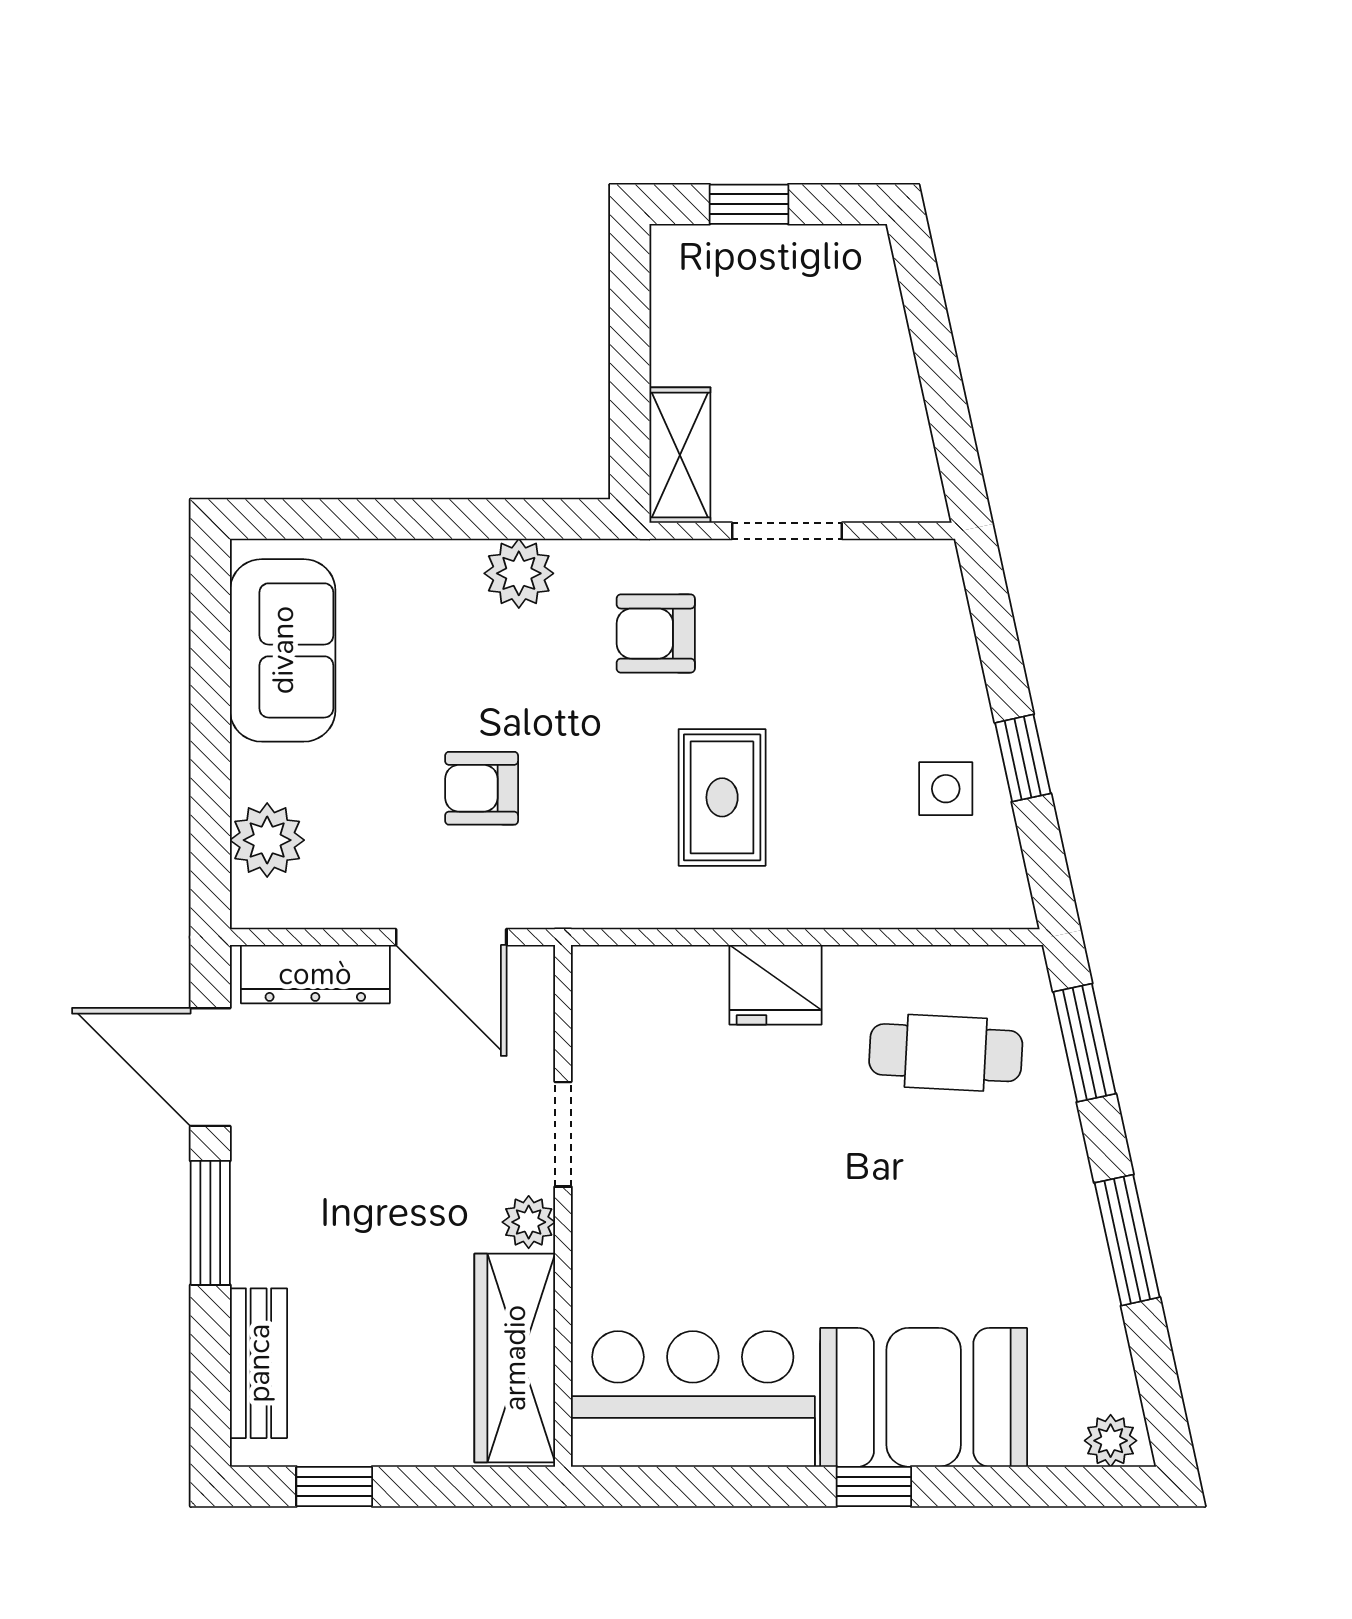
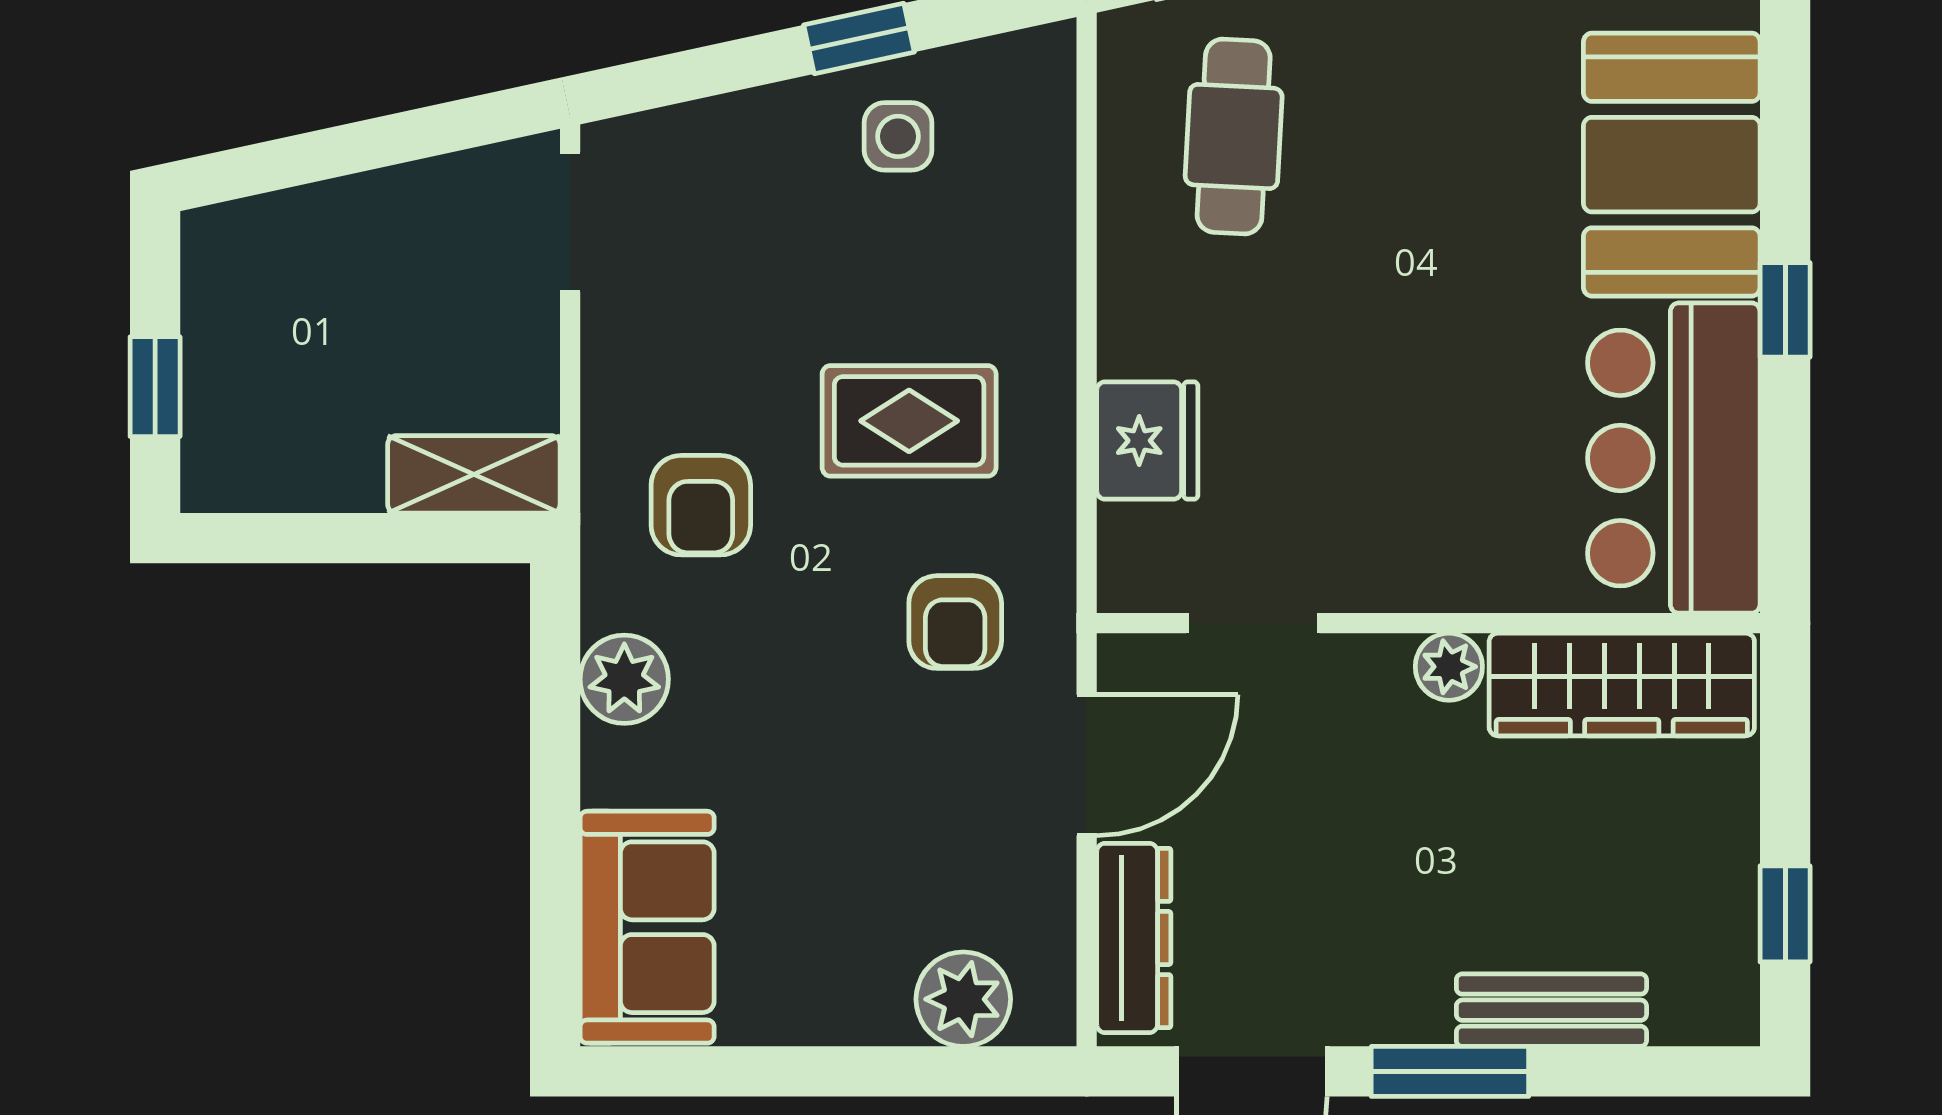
doorway: (787, 531) -> (570, 222), moved
sofa: (283, 650) -> (647, 927), moved, turned 90
armchair: (482, 788) -> (955, 622), moved
fridge: (776, 985) -> (1147, 441), moved
doorway: (563, 1134) -> (1253, 623), moved
bench: (259, 1363) -> (1551, 1010), moved
window: (874, 1486) -> (1785, 310), moved

